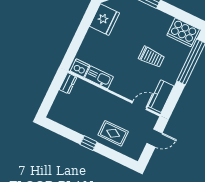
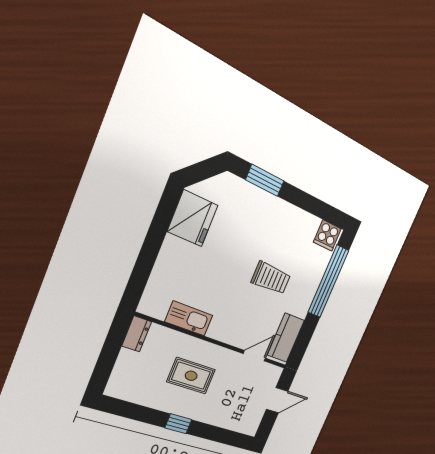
cooker: (183, 32) -> (327, 235), width x0.53, depth x0.76
dishwasher: (80, 68) -> (155, 306), removed
rug: (113, 133) -> (191, 376), moved

